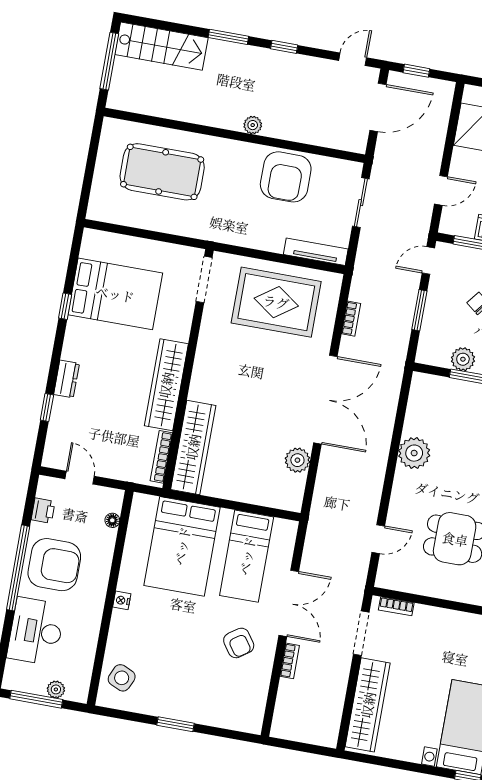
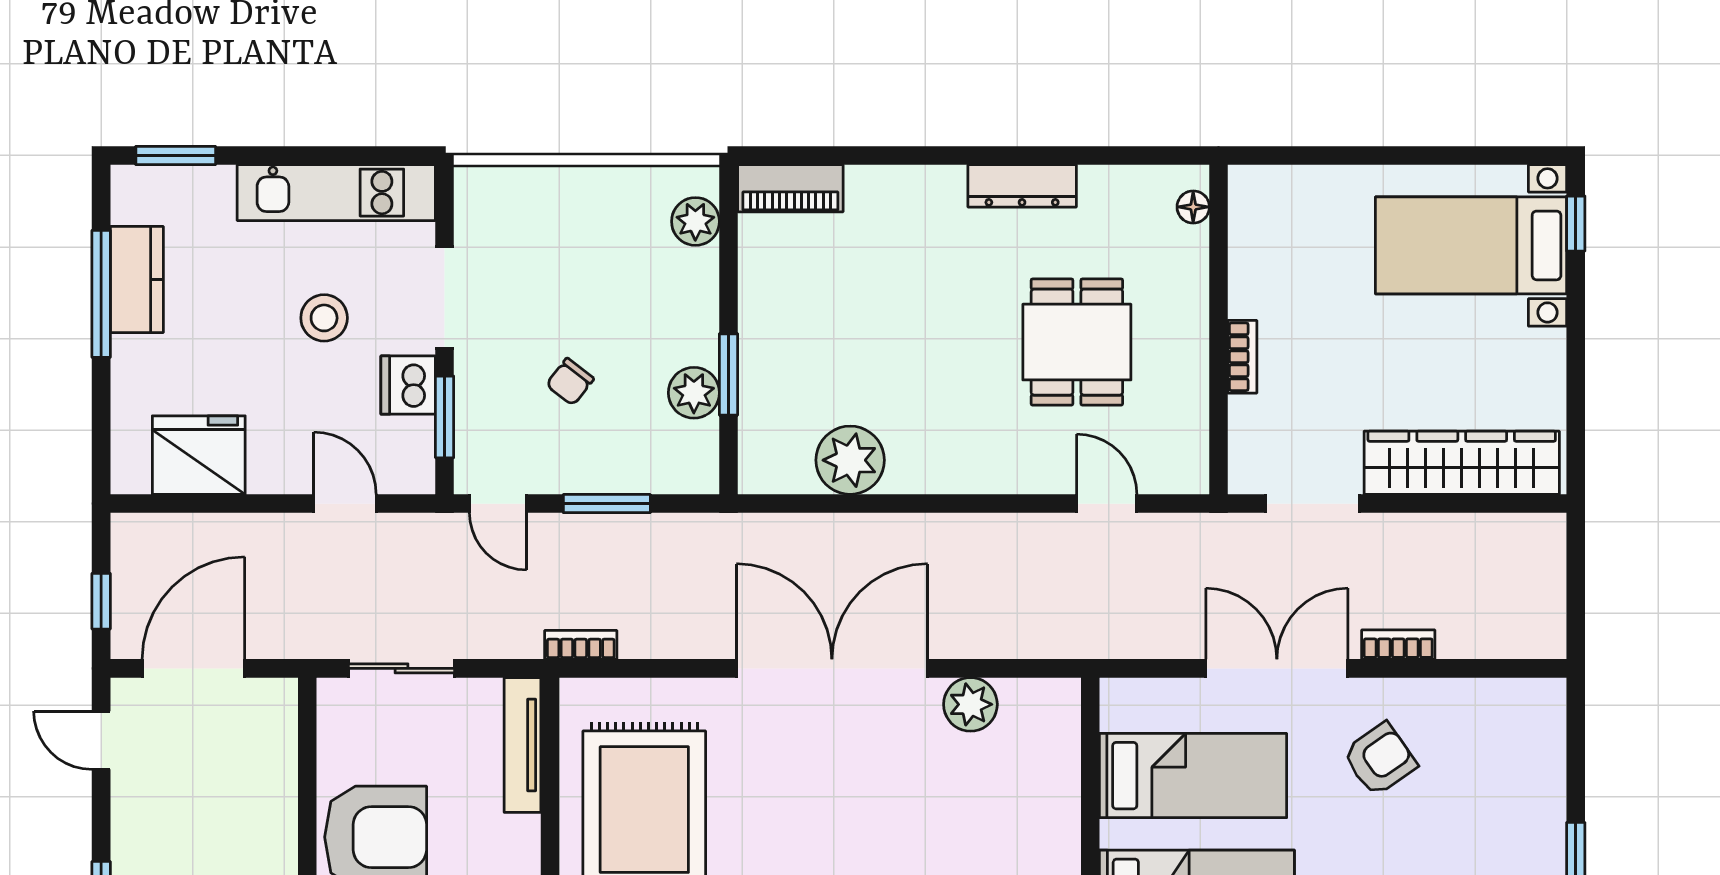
door: (378, 107) -> (193, 668), hinge flipped
bookcase: (351, 319) -> (581, 645), moved
plant: (414, 453) -> (850, 460), moved
bookcase: (396, 606) -> (1242, 357), moved

